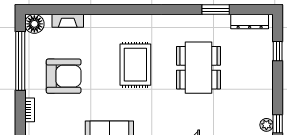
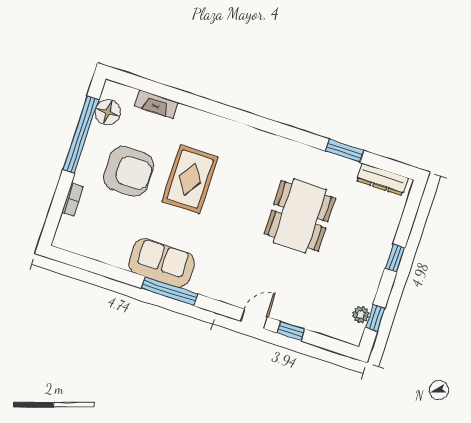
floor lamp: (34, 24) -> (108, 112), moved
window: (278, 51) -> (395, 258), moved
rug: (135, 65) -> (190, 179), moved

